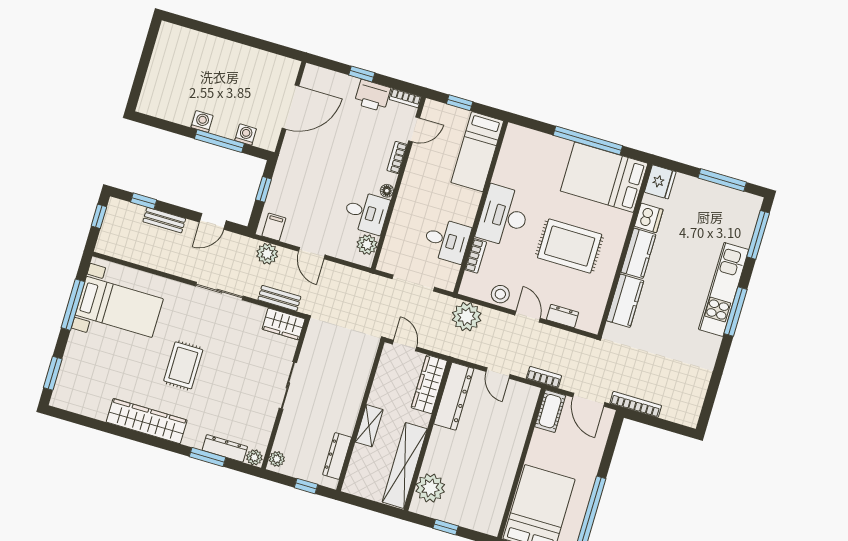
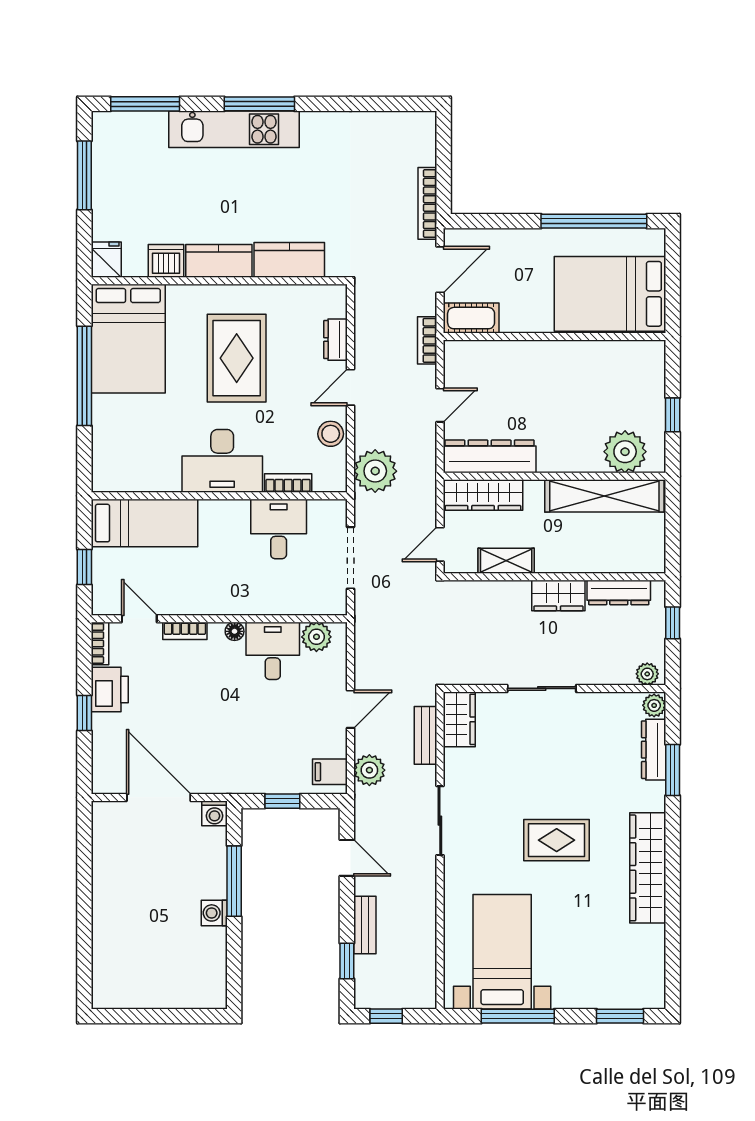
washing machine: (246, 135) -> (215, 813), moved, turned -90
fridge: (660, 182) -> (106, 260), width x0.72
wardrobe: (347, 415) -> (558, 595), added
shelving: (369, 426) -> (506, 561), moved

